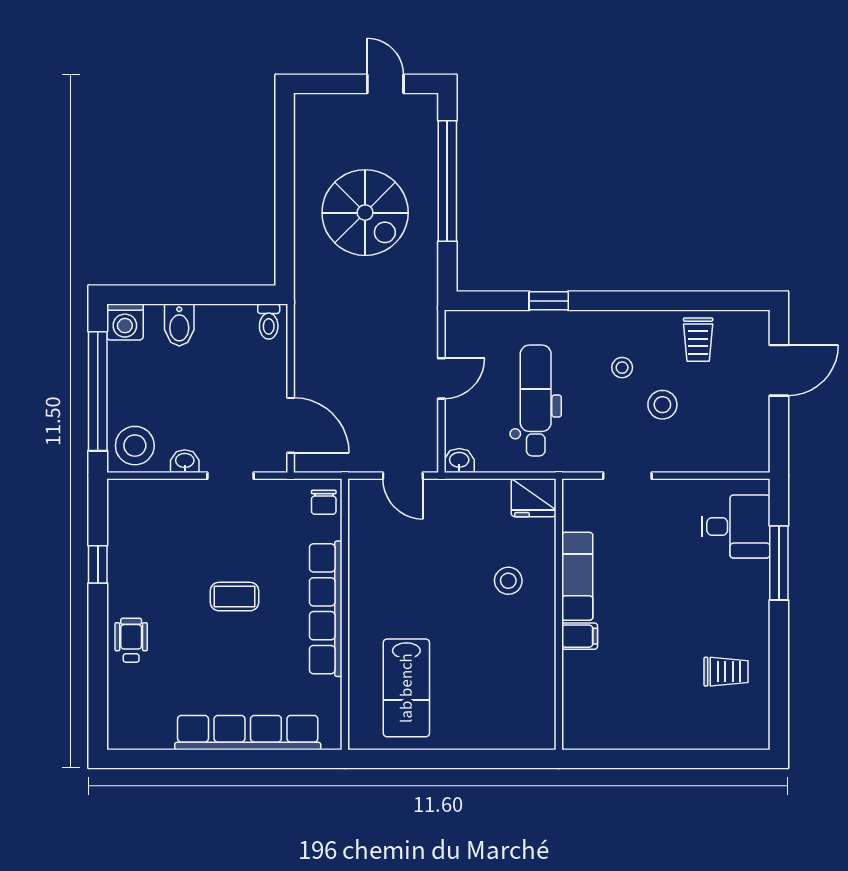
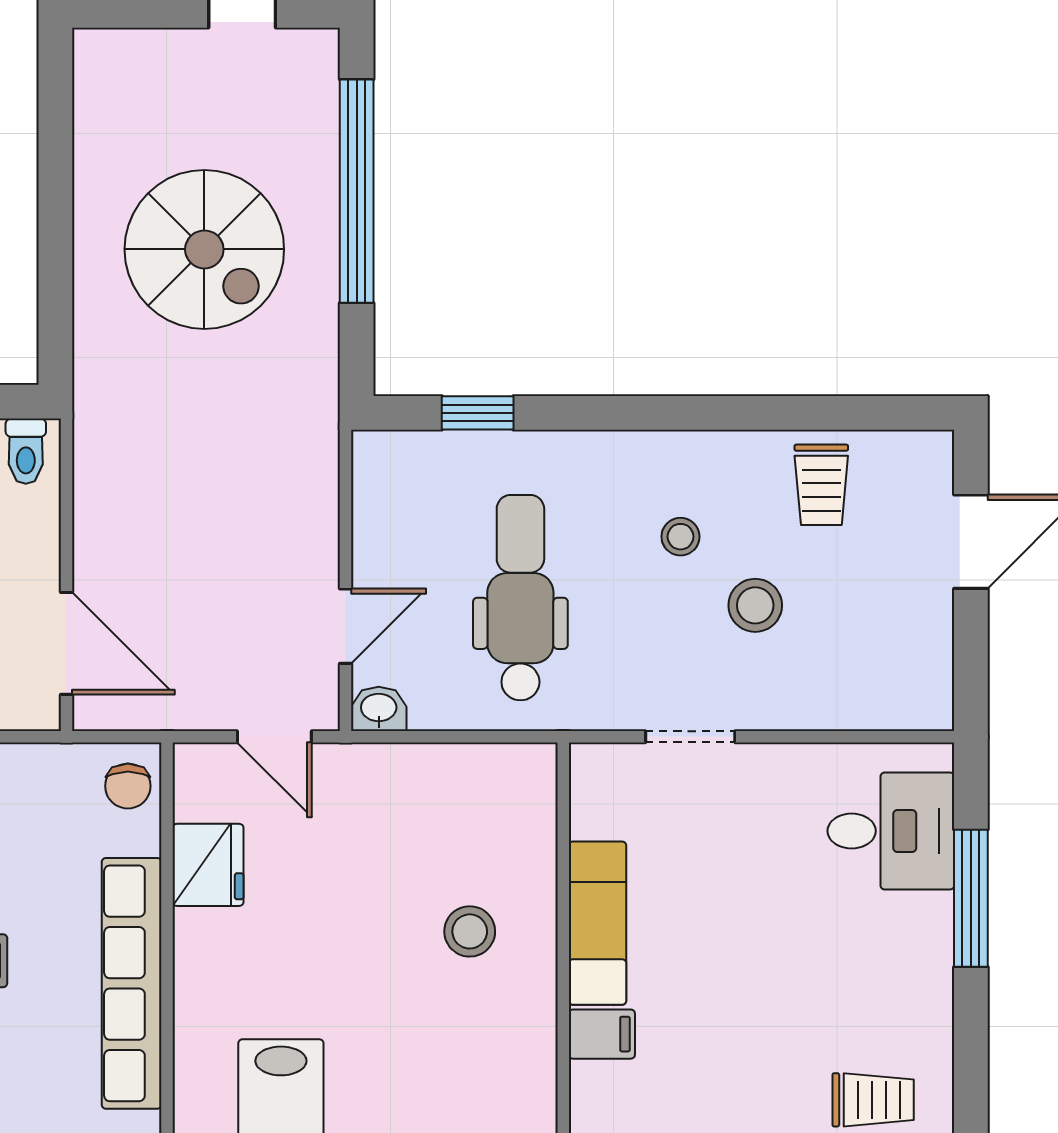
window: (549, 301) -> (478, 413), moved
door: (441, 378) -> (346, 626), moved
fridge: (534, 498) -> (208, 865), moved, turned -90

